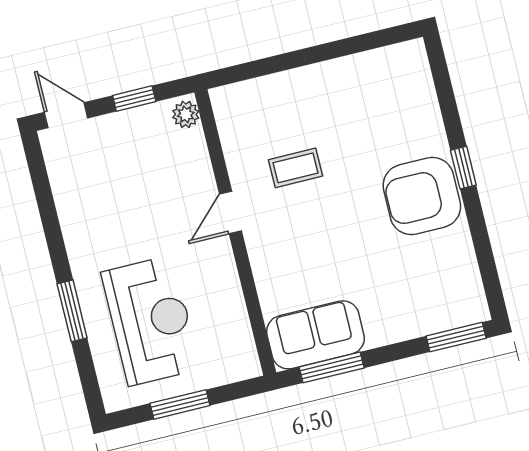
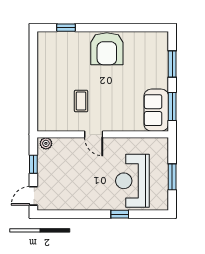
window: (463, 168) -> (66, 28), moved
window: (72, 311) -> (120, 214), width x0.67
reception desk: (151, 321) -> (132, 181), turned -90
window: (456, 337) -> (172, 64), moved

